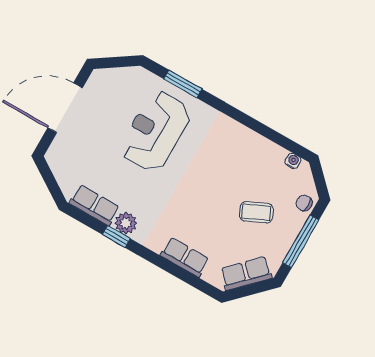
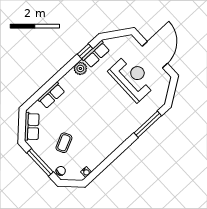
window: (183, 84) -> (148, 124), width x1.44
reception desk: (155, 131) -> (132, 78), moved
window: (116, 237) -> (85, 51), moved

